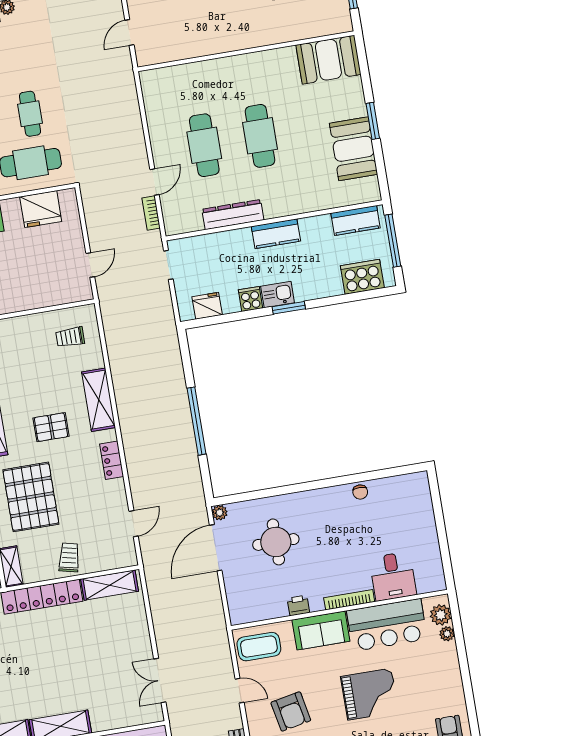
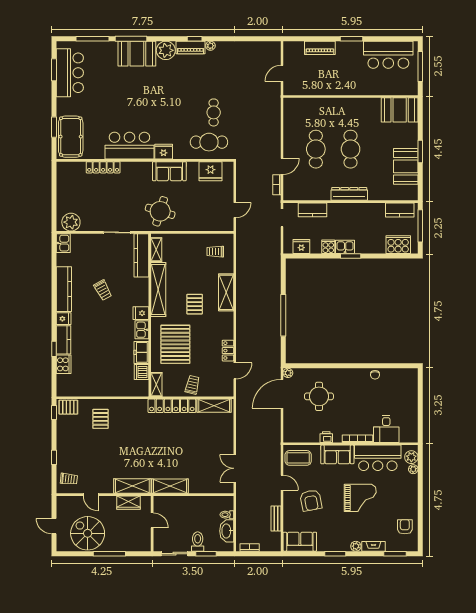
dresser: (233, 215) -> (349, 194), moved
kitchen counter: (276, 234) -> (312, 210), moved
pallet: (51, 427) -> (195, 304), turned 90
locker: (112, 460) -> (228, 351), moved

